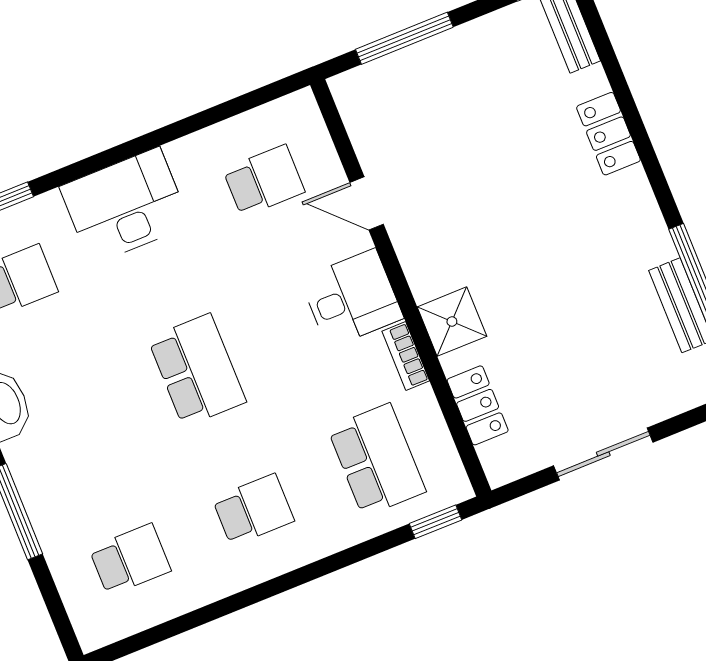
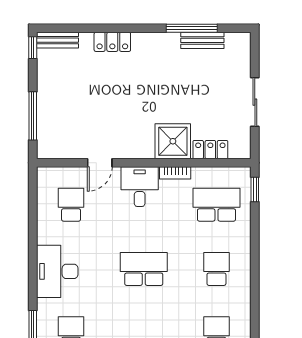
shower: (452, 322) -> (173, 141), width x1.36, depth x1.36

